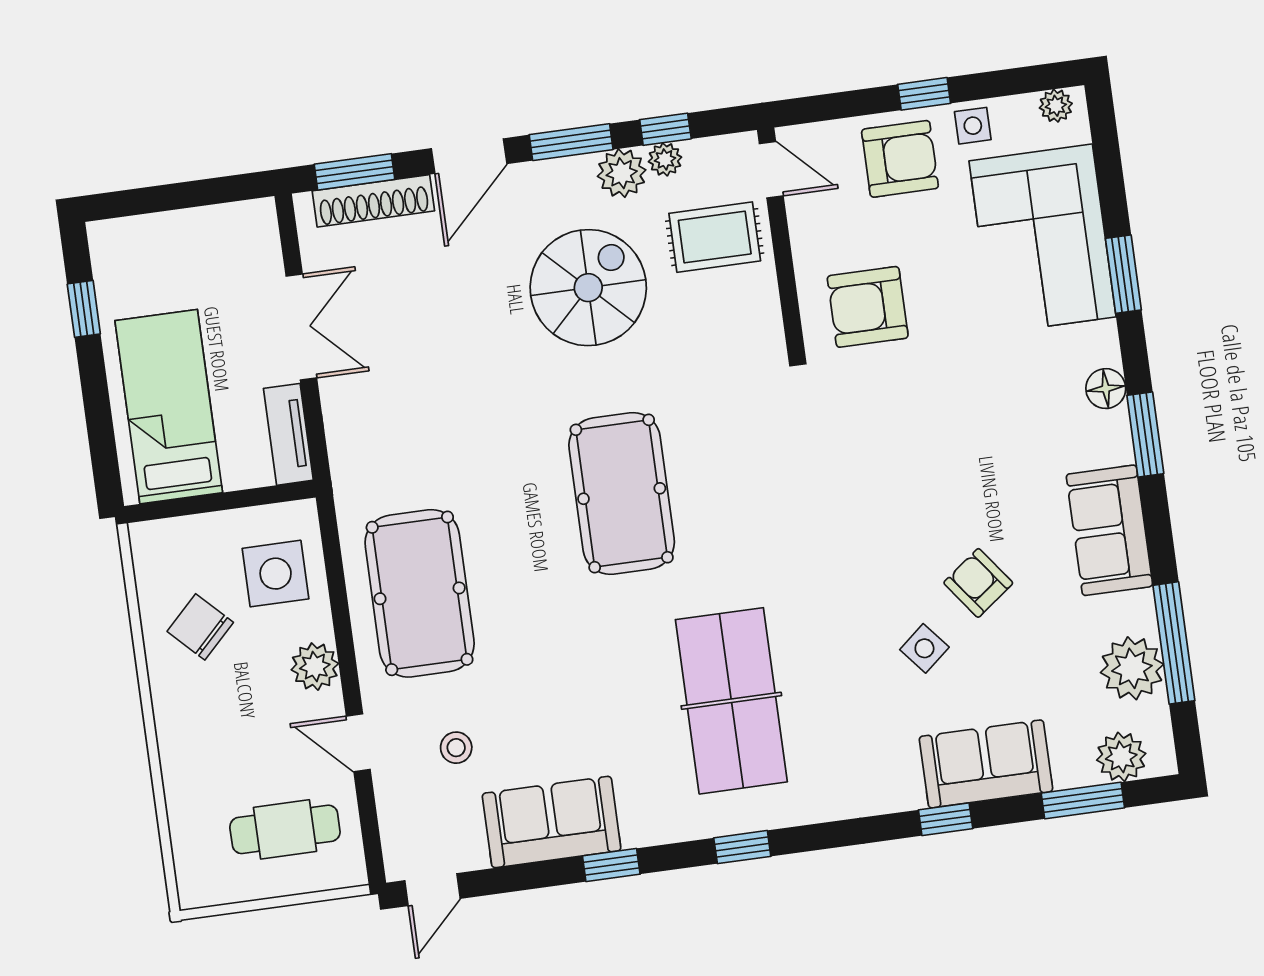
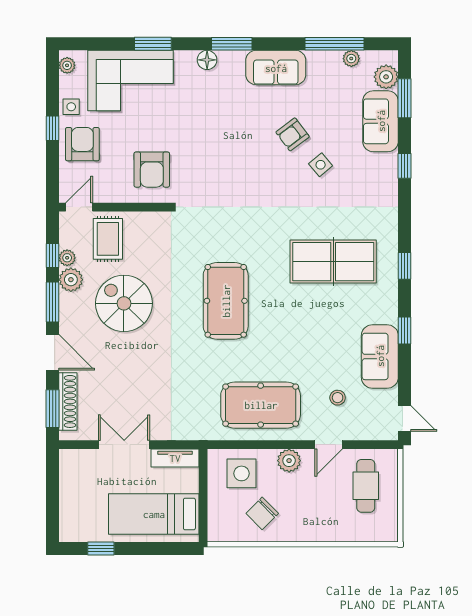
pool table: (622, 494) -> (226, 301), turned 90
plant: (1132, 668) -> (351, 59), width x0.53, depth x0.53
sofa: (986, 764) -> (381, 121), moved

